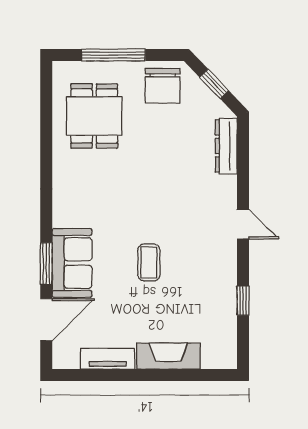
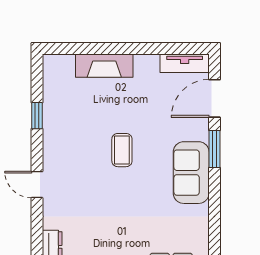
sofa: (72, 263) -> (191, 173), moved
tv unit: (108, 359) -> (185, 63), moved

